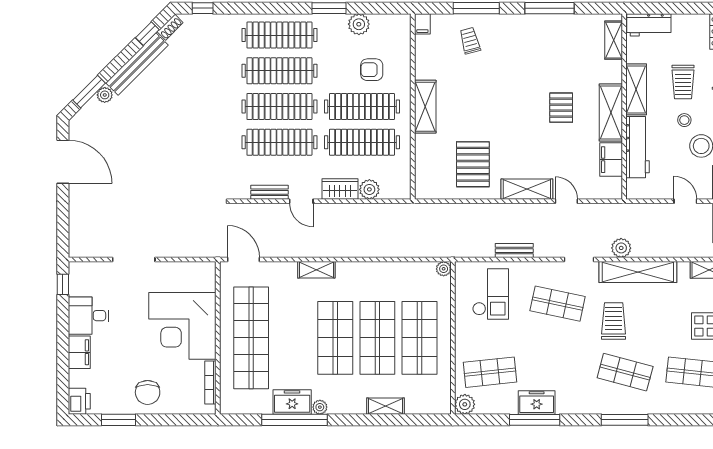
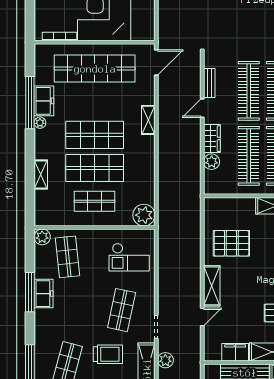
bench: (514, 251) -> (163, 276), removed
plant: (444, 269) -> (144, 215), width x1.88, depth x1.88
shop shelf: (419, 338) -> (95, 201), width x0.70, depth x0.74

